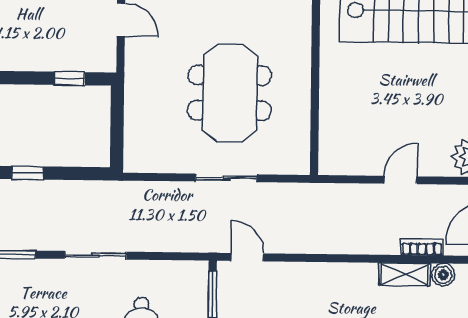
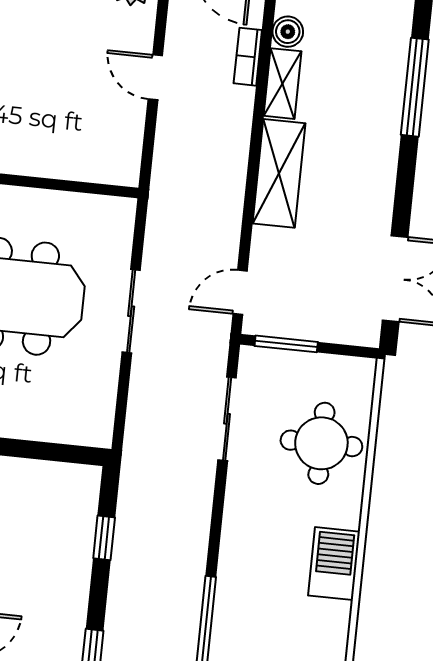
window: (28, 173) -> (104, 538), moved
sliding door: (96, 255) -> (227, 419), moved
shelving: (338, 278) -> (279, 173), added

